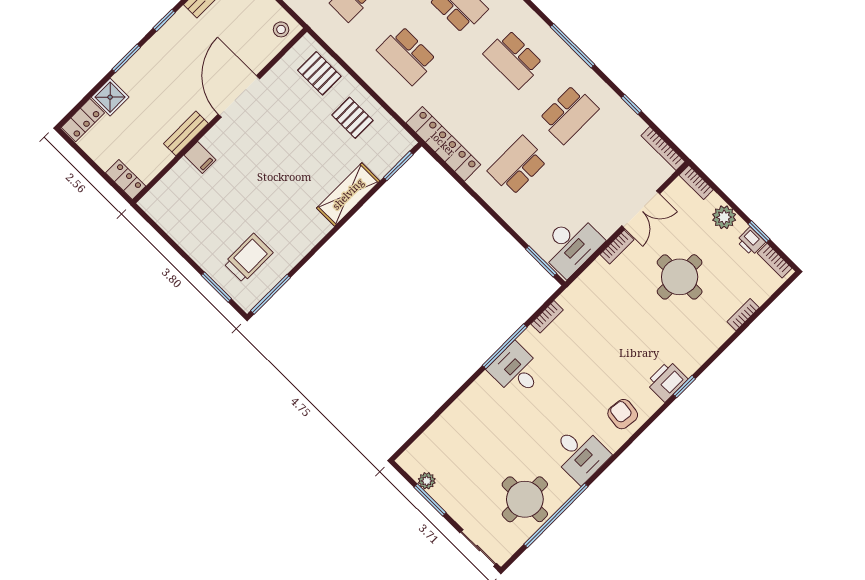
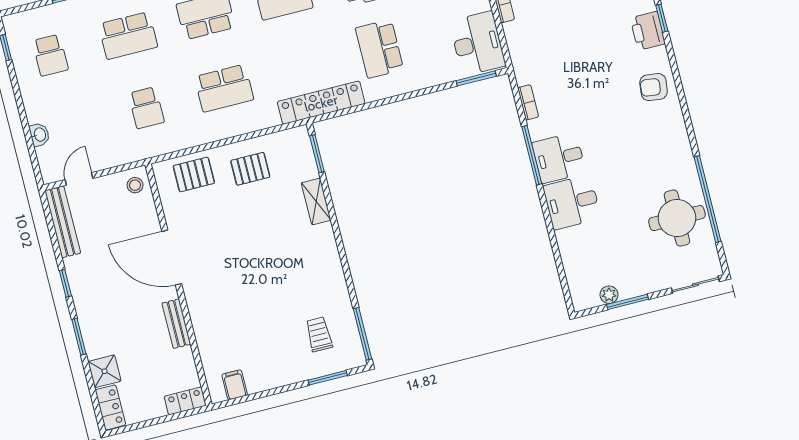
filing cabinet: (200, 158) -> (235, 385), moved, turned -90
shelving: (348, 194) -> (316, 202), width x0.67, depth x0.75
trolley: (248, 258) -> (319, 334), width x0.73, depth x0.72
desk: (580, 454) -> (572, 202), moved, turned 180

